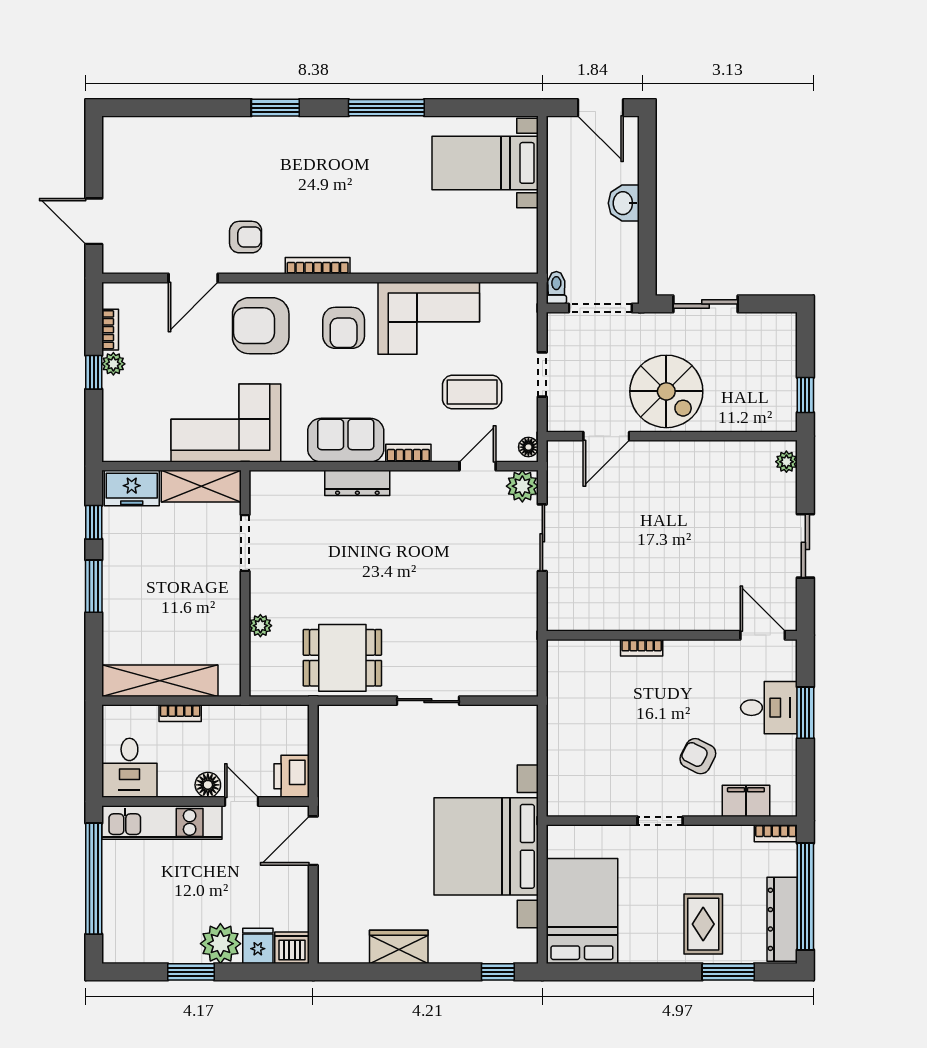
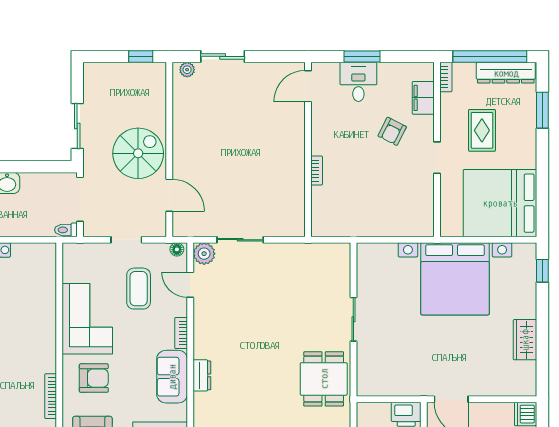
dresser: (357, 483) -> (202, 375), width x0.70
sliding door: (805, 546) -> (223, 56), moved
bed: (582, 911) -> (500, 203), width x1.36
rug: (703, 924) -> (482, 130), moved, turned 90

